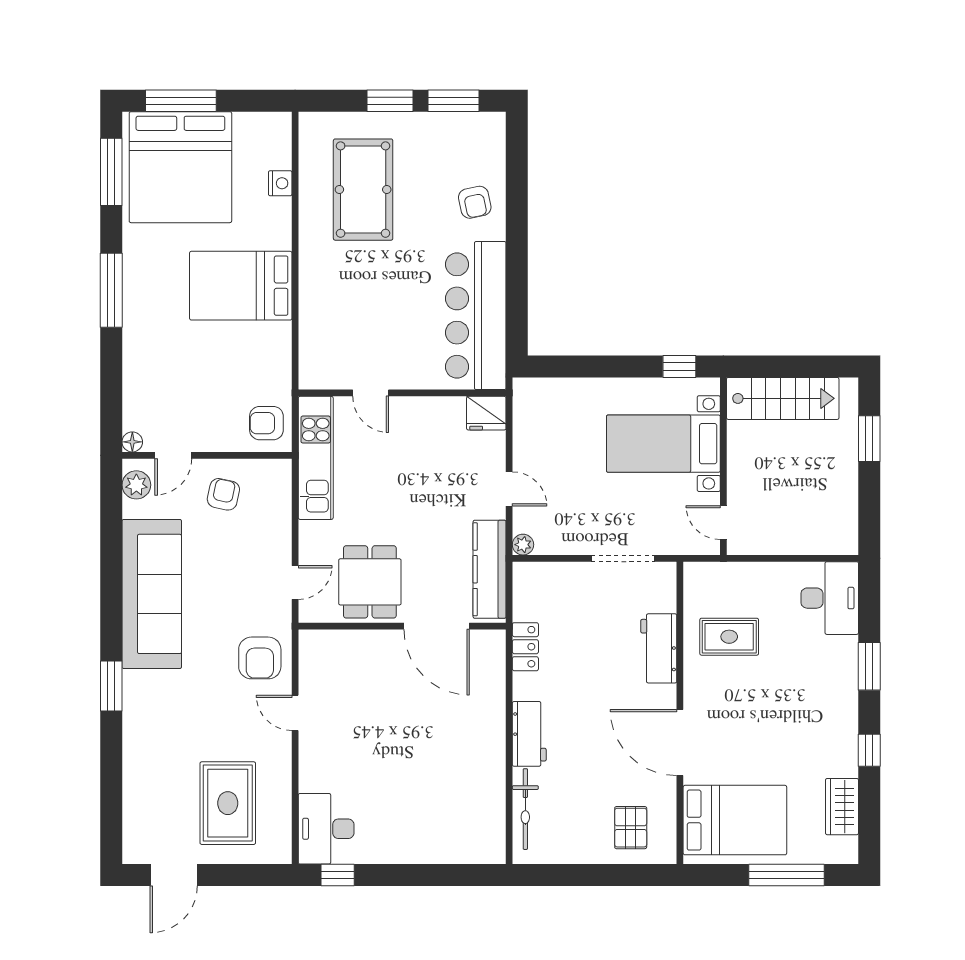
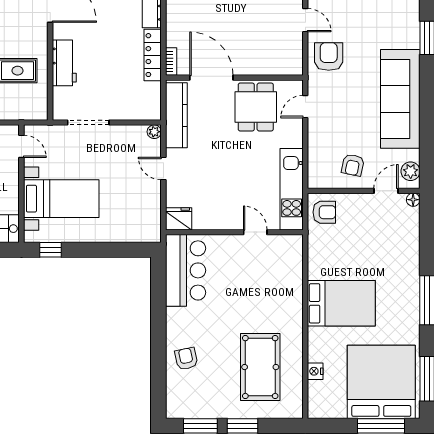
bar counter: (476, 316) -> (186, 270), width x0.73
locker: (525, 647) -> (153, 55), width x1.53
bookcase: (498, 650) -> (171, 62), added

